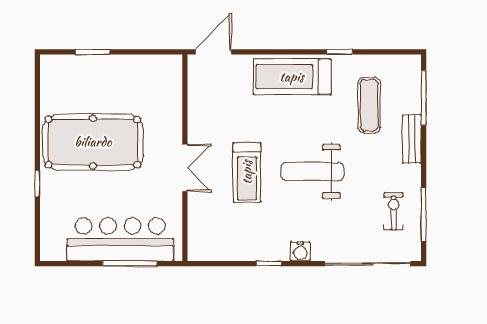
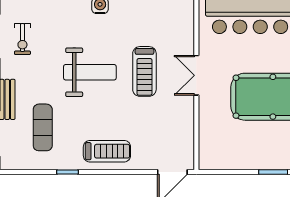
treadmill: (292, 77) -> (107, 151), width x0.73, depth x0.73
treadmill: (247, 172) -> (144, 71), turned 180

